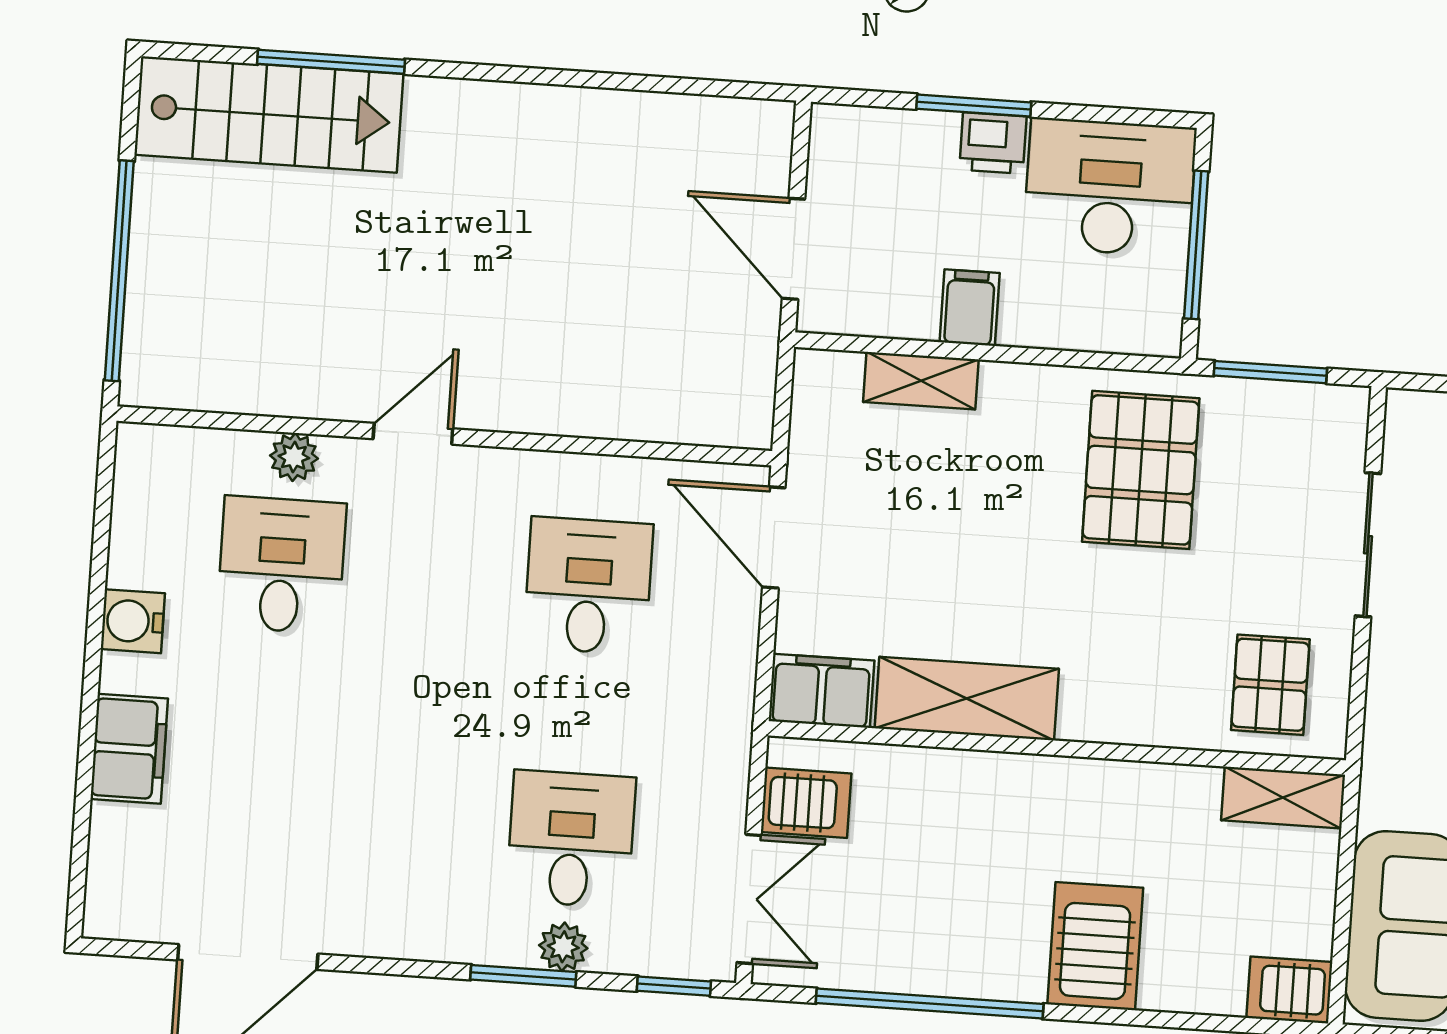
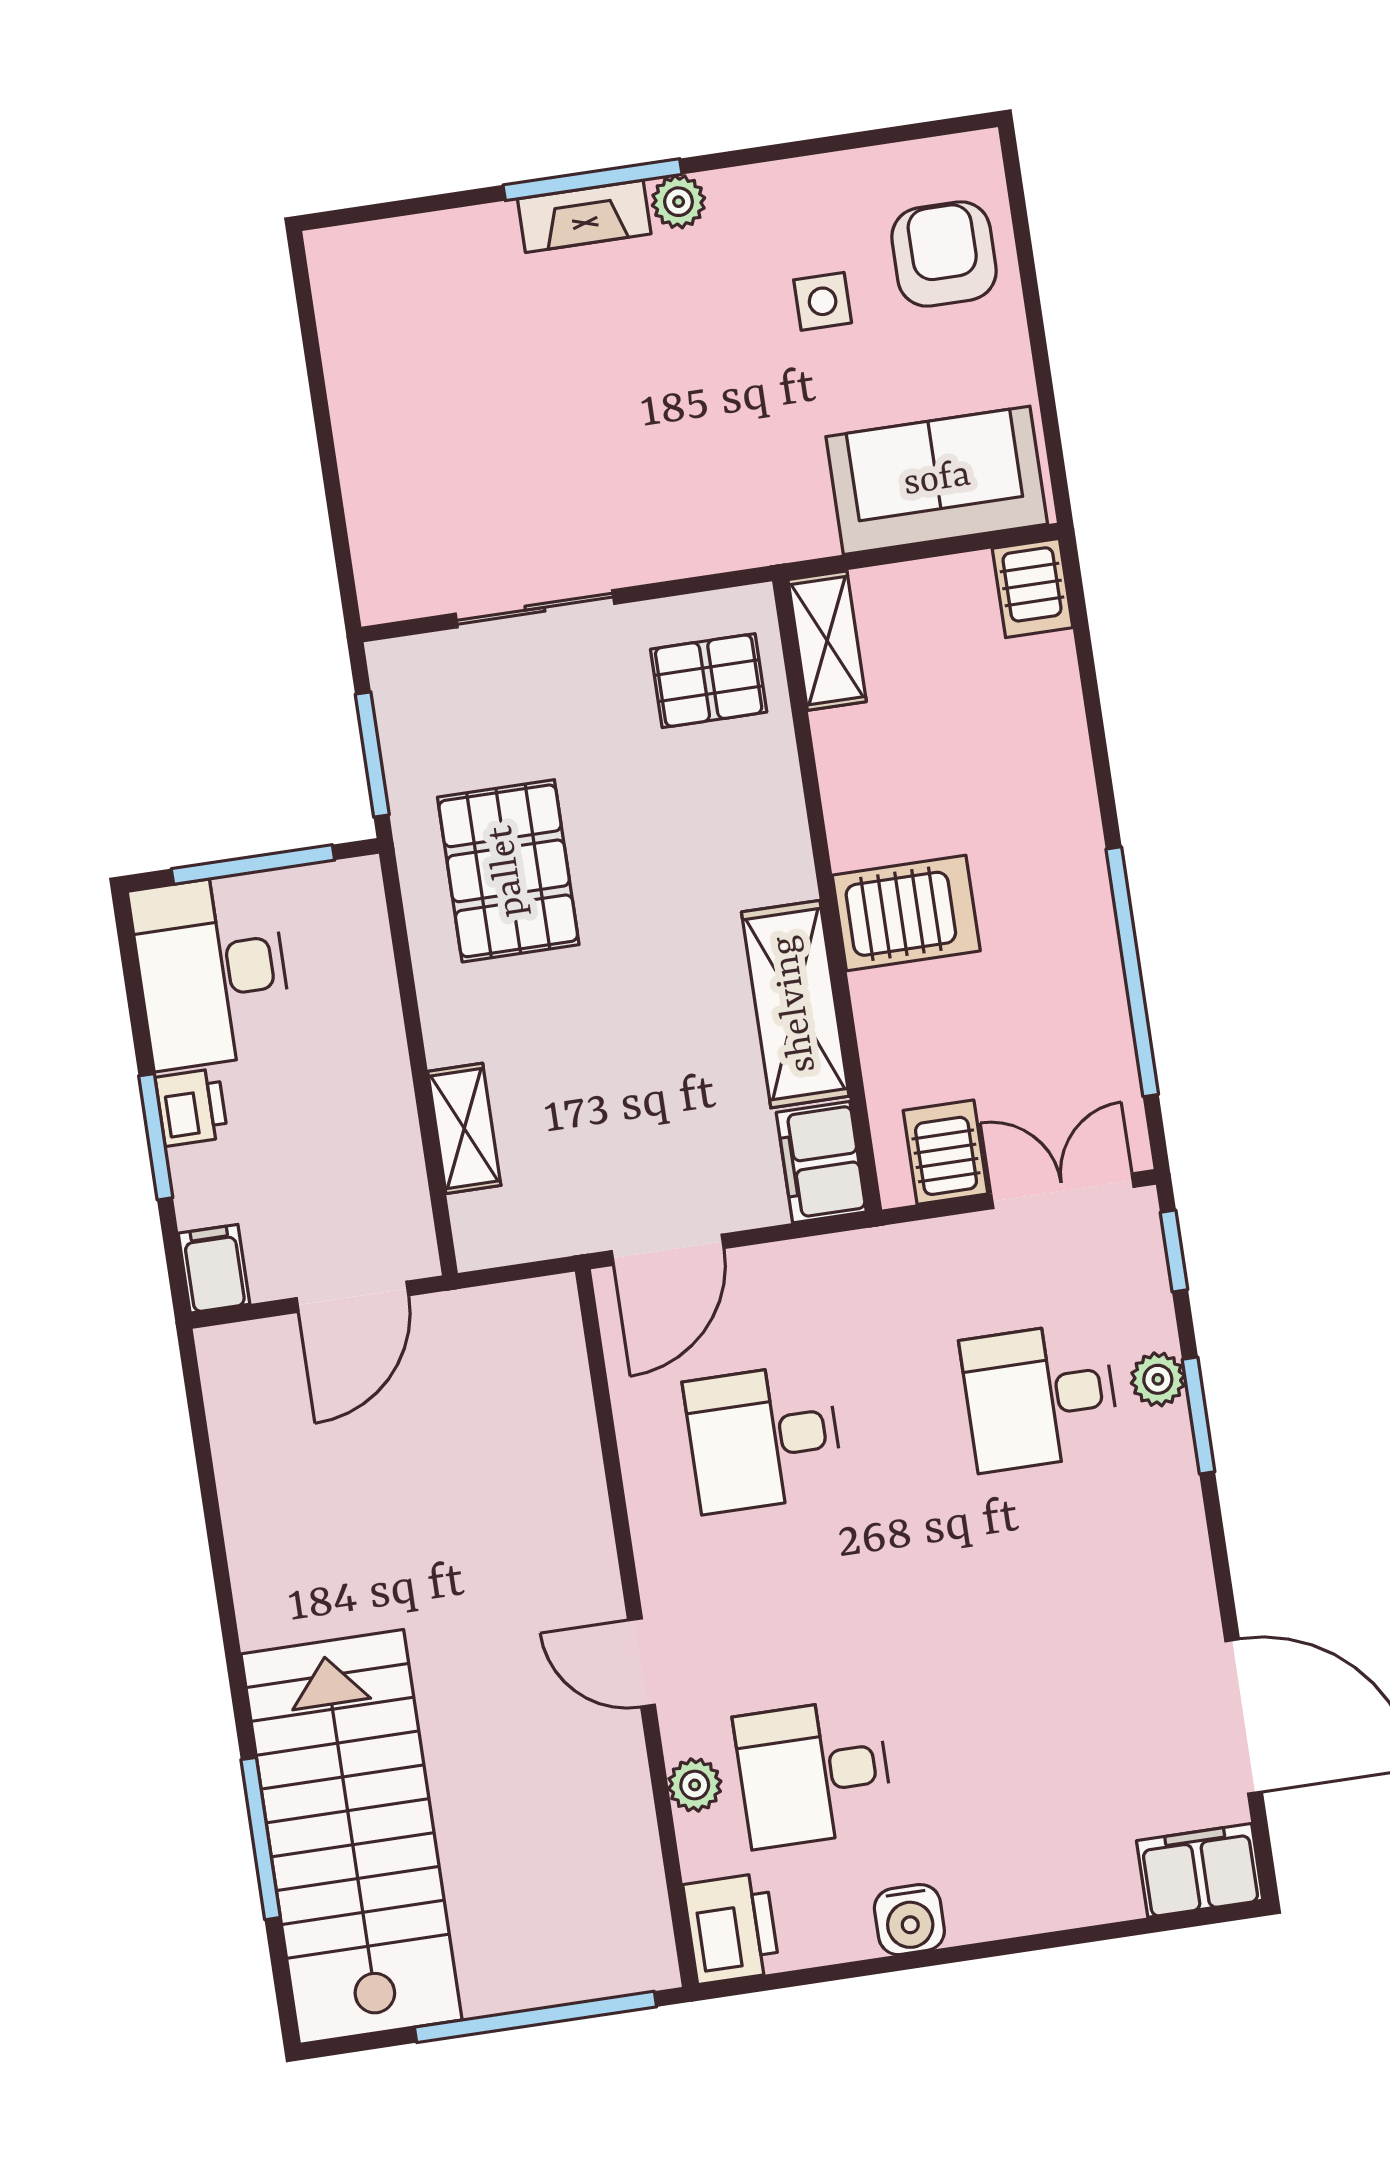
stairs: (269, 114) -> (352, 1837), width x1.36, depth x1.51
filing cabinet: (970, 308) -> (214, 1269), moved, turned 90
printer: (160, 462) -> (732, 1928), added
pallet: (1141, 470) -> (508, 871), turned 90
filing cabinet: (129, 749) -> (1200, 1870), moved
server rack: (1095, 946) -> (906, 913), moved, turned 180

